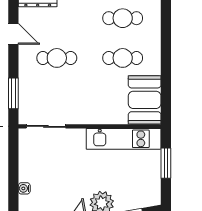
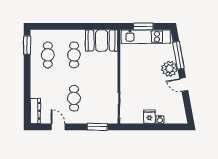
door: (13, 34) -> (58, 127), hinge flipped
kitchen unit: (124, 139) -> (146, 37), moved, turned 90
fridge: (29, 173) -> (149, 117), added

